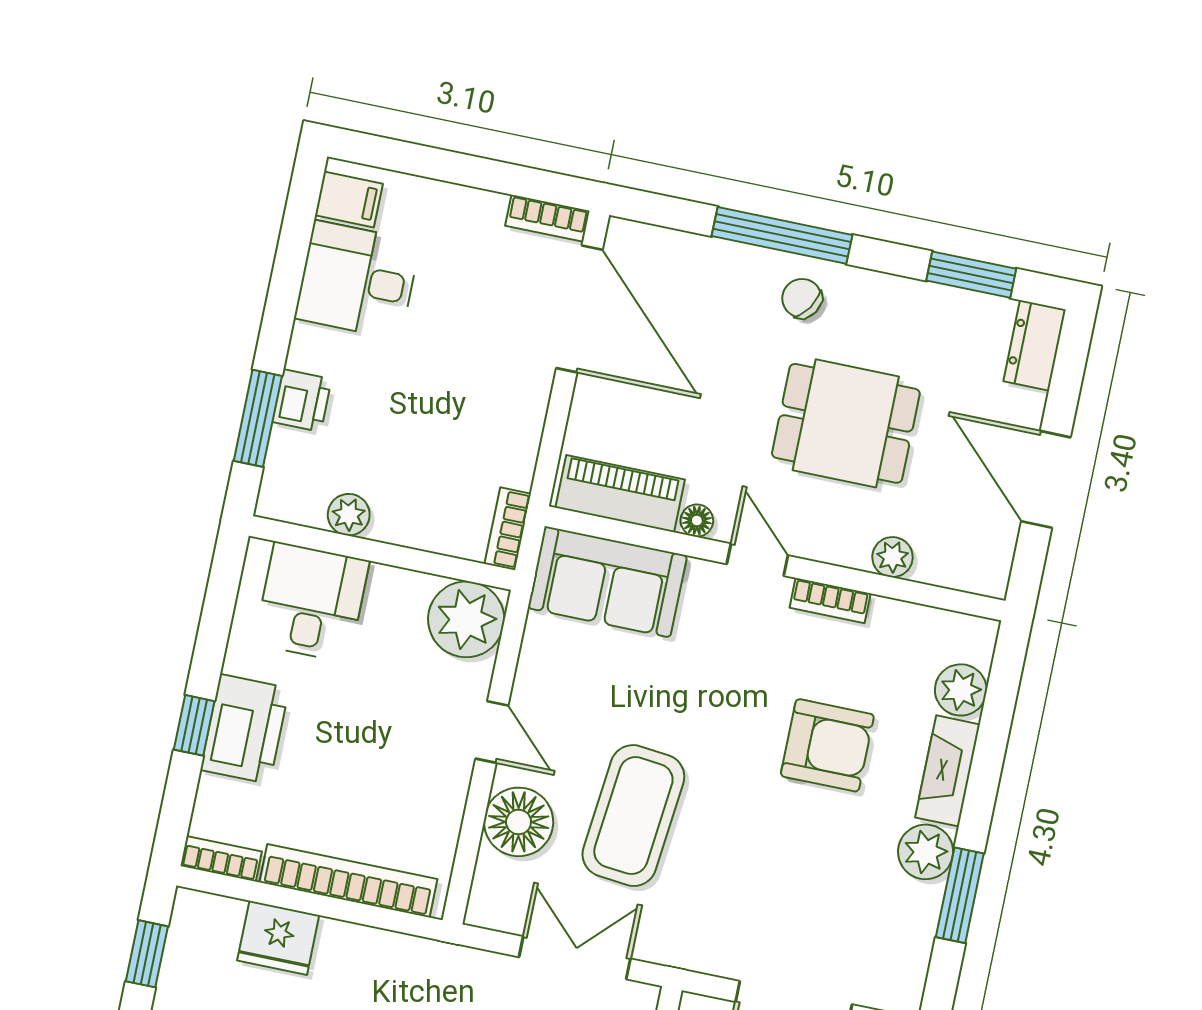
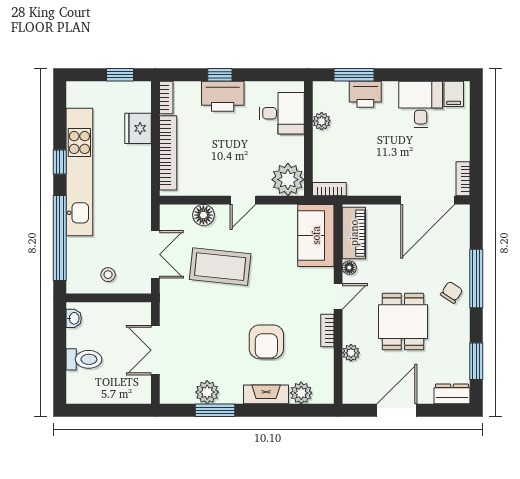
printer: (302, 401) -> (365, 94), width x1.36, depth x1.24
floor lamp: (519, 822) -> (203, 215), width x0.73, depth x0.73
plant: (926, 852) -> (207, 392), moved

